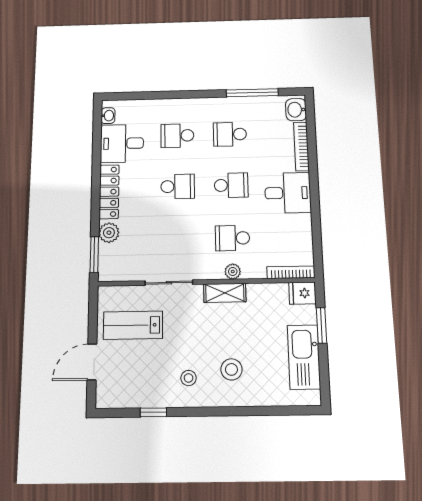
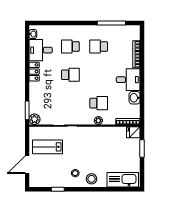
washbasin: (296, 110) -> (135, 98), moved
school desk: (231, 185) -> (99, 75), removed
locker: (109, 192) -> (34, 72), width x0.66
plant: (109, 233) -> (34, 119), moved
school desk: (232, 238) -> (99, 103), turned 180
shelving: (225, 293) -> (94, 131), removed
kitchen sink: (304, 357) -> (123, 180), moved, turned 90
stool: (231, 369) -> (92, 179), moved

